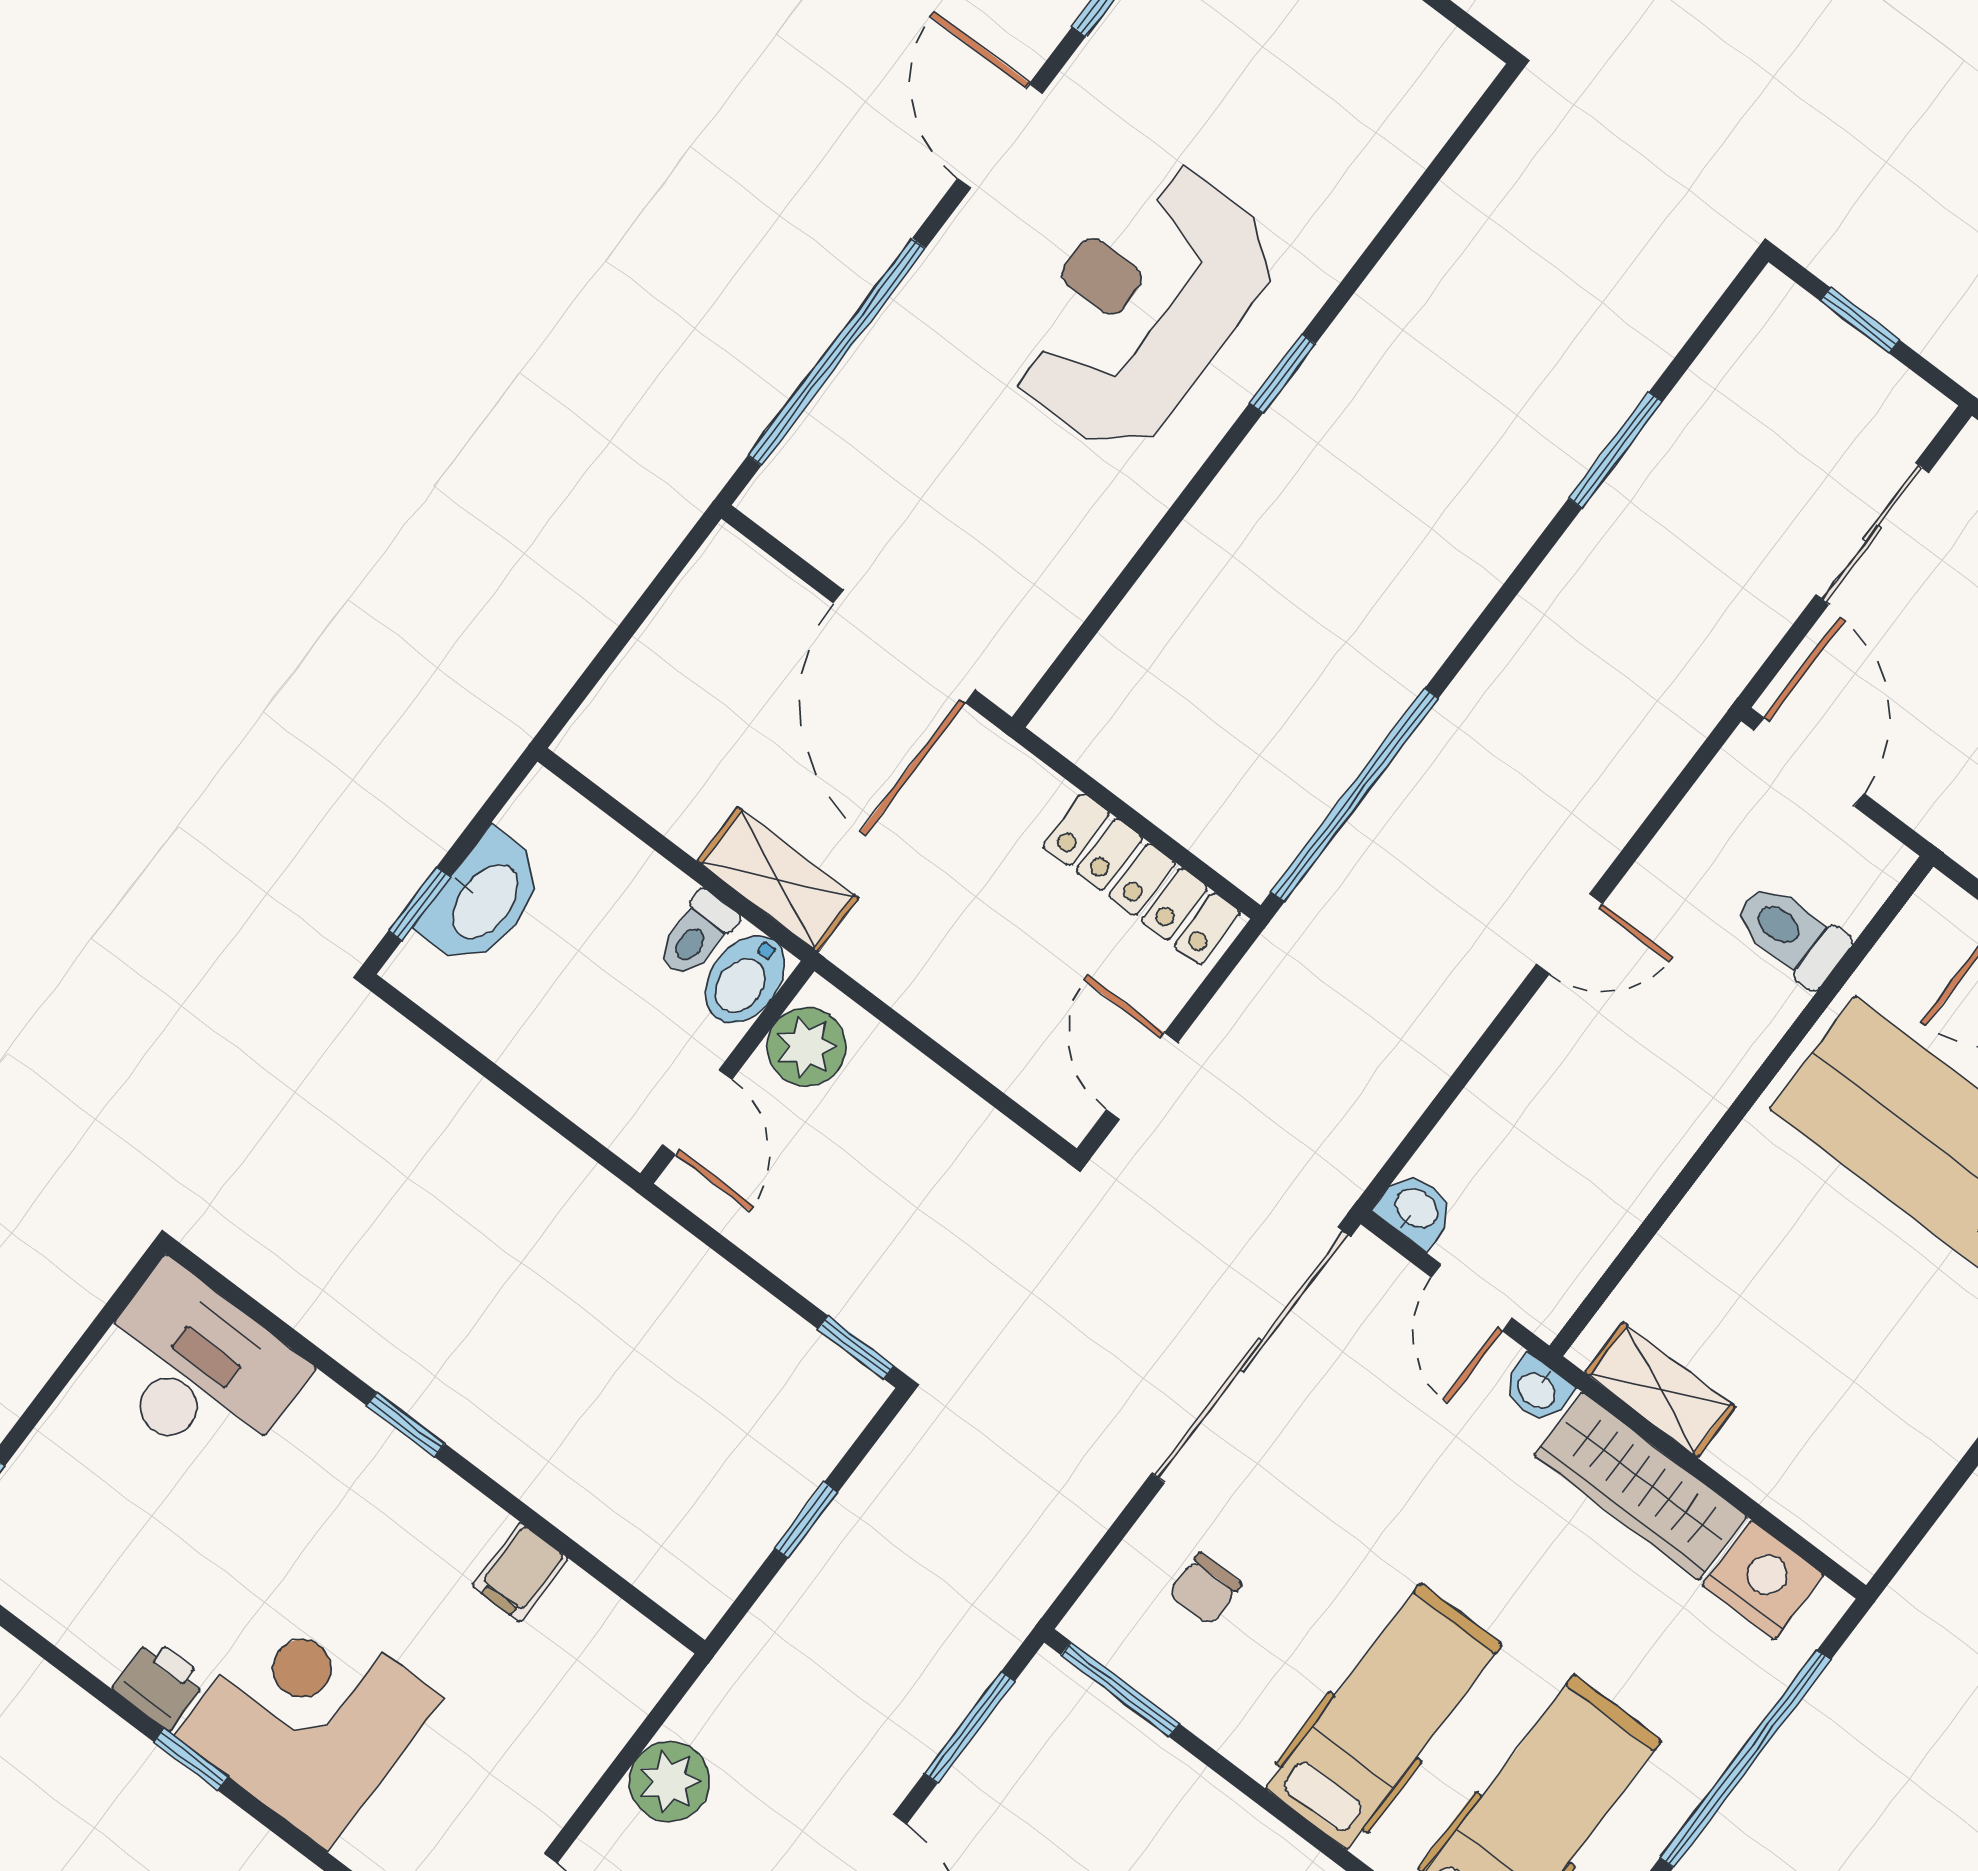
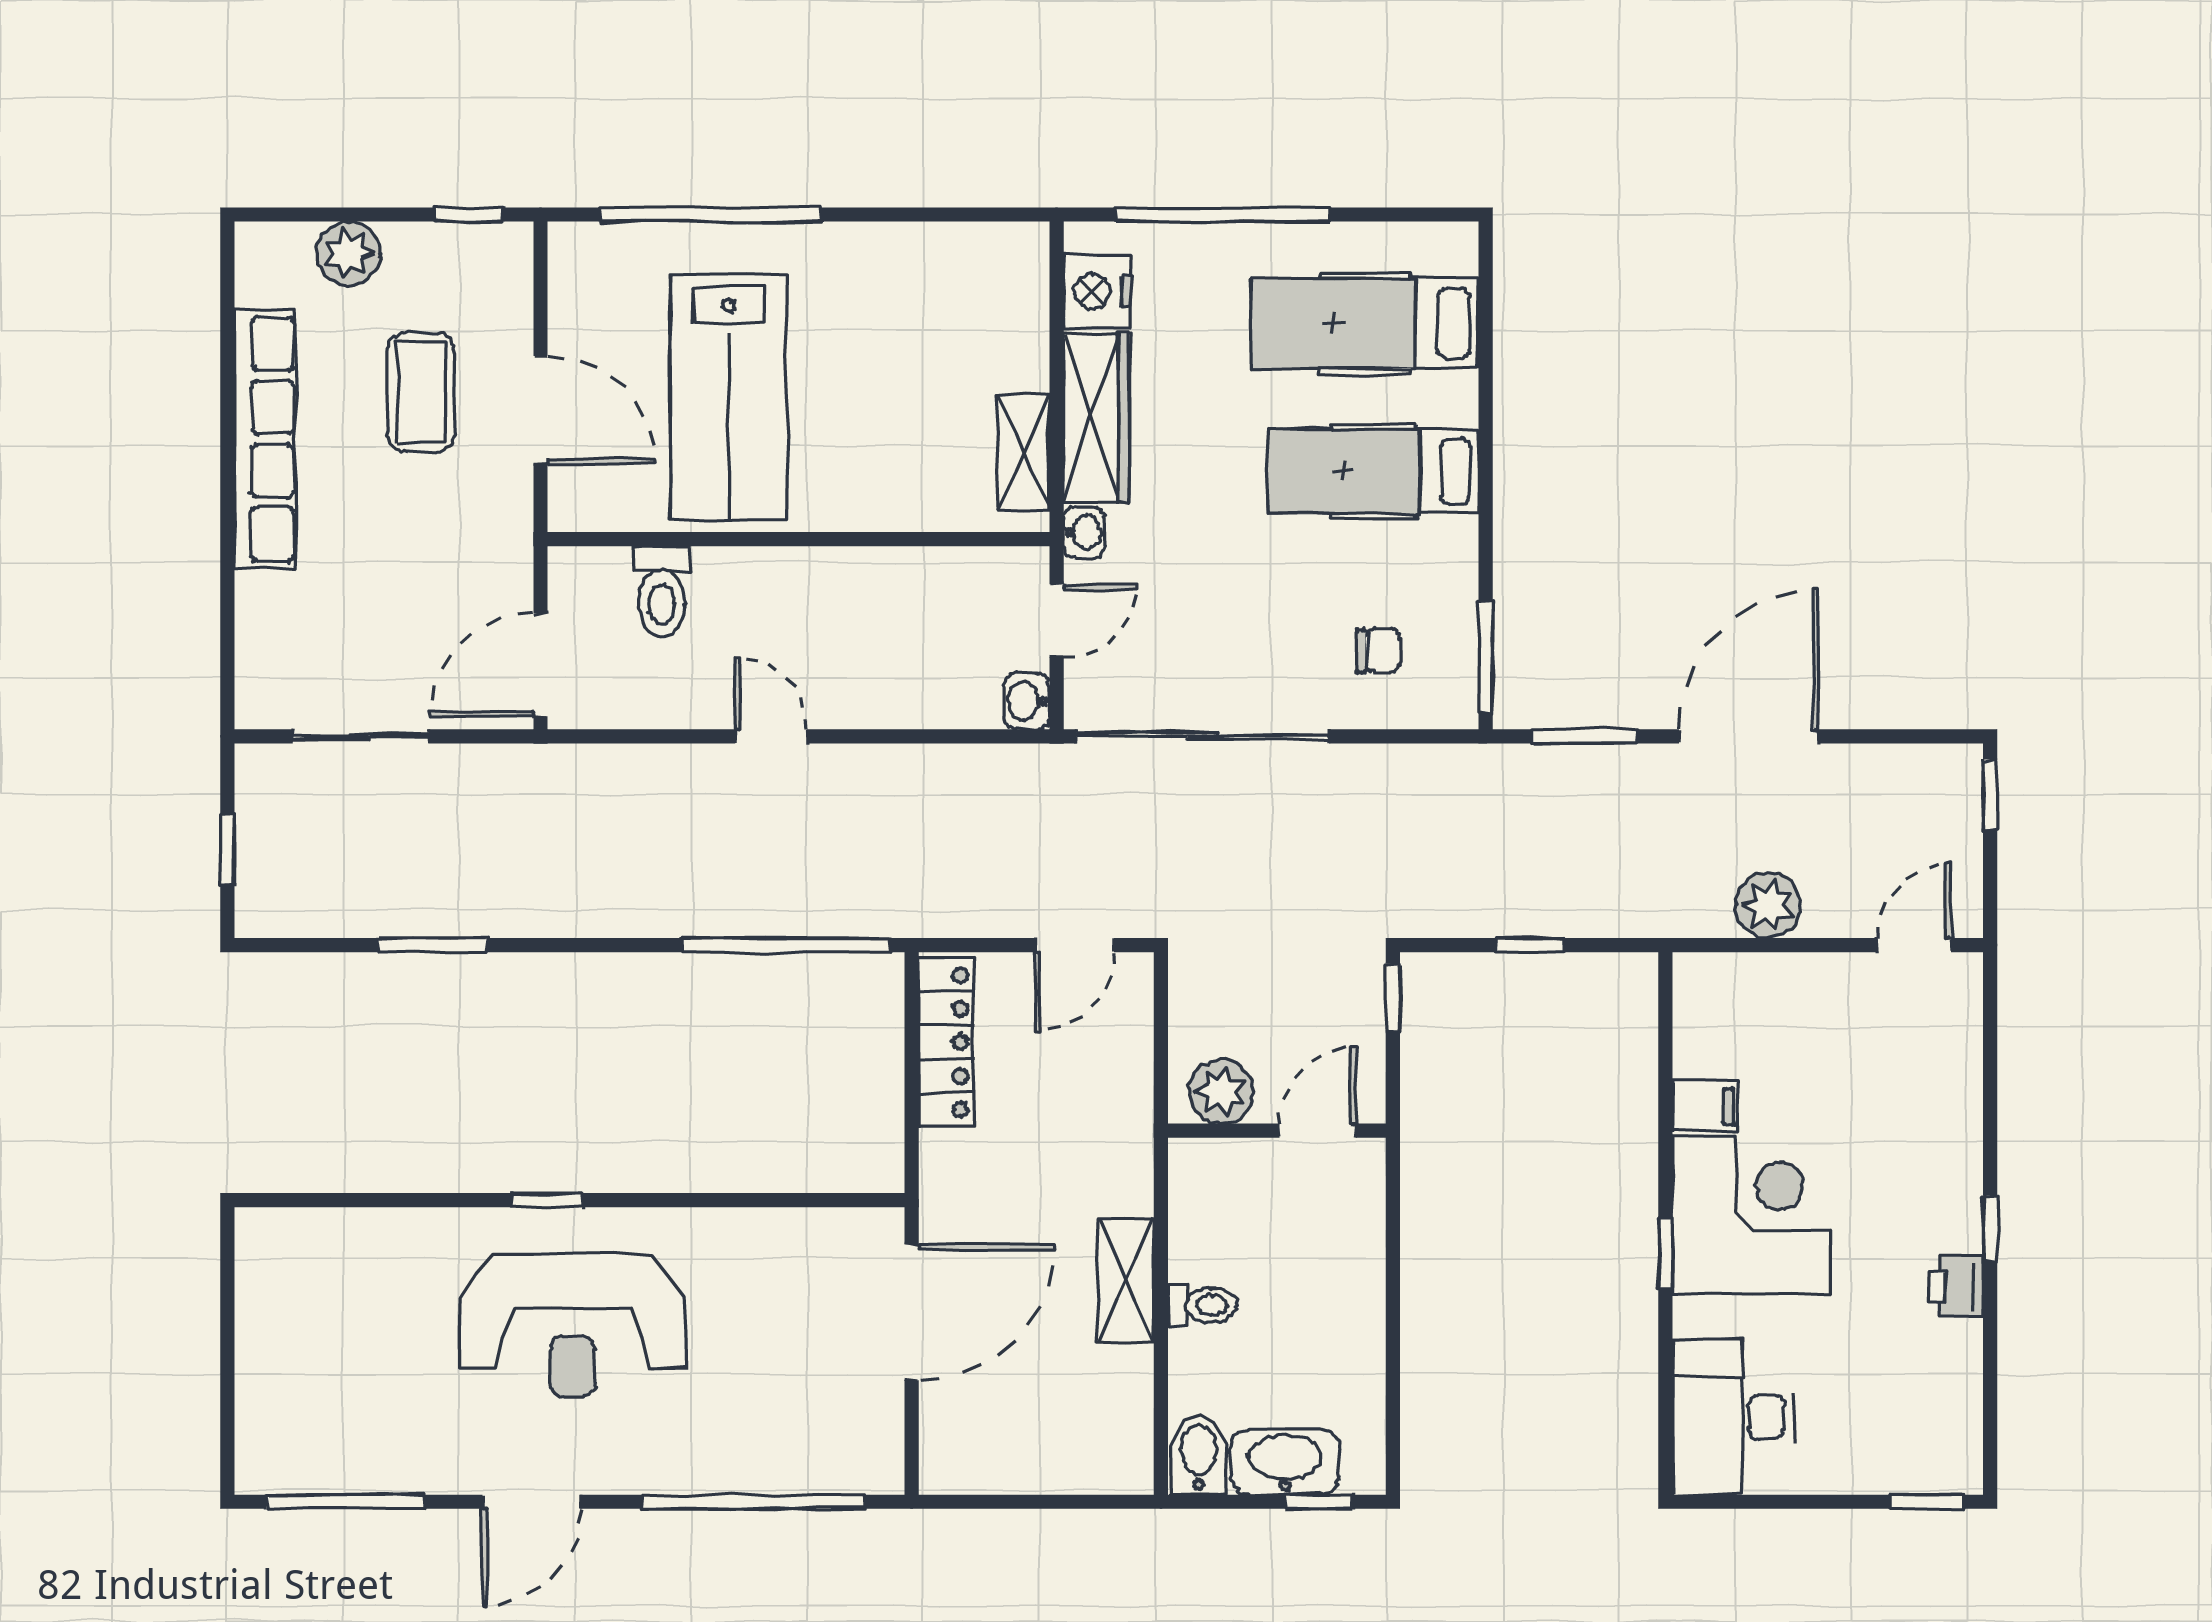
bidet: (745, 979) -> (1199, 1455), moved, turned -90
plant: (807, 1047) -> (1221, 1091), moved
wall: (727, 1072) -> (1277, 1131), moved
door: (697, 1112) -> (1318, 1131), moved
corner desk: (309, 1717) -> (1751, 1214), moved, turned 180

